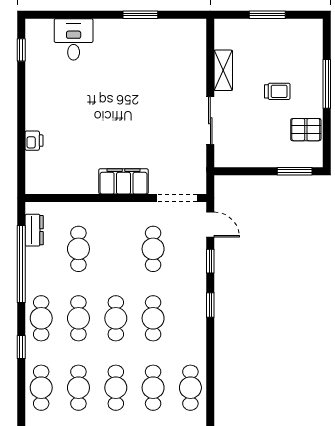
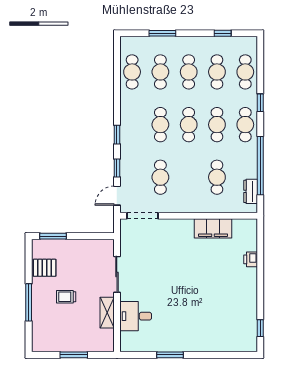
desk: (74, 39) -> (136, 316), moved, turned 90
filing cabinet: (124, 181) -> (213, 228), moved
door: (210, 225) -> (117, 196), hinge flipped

